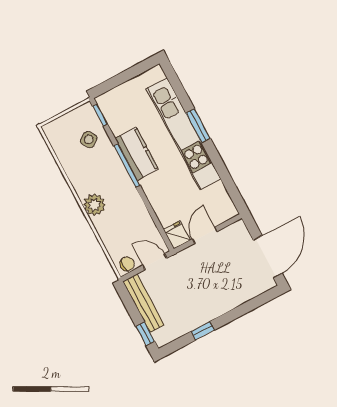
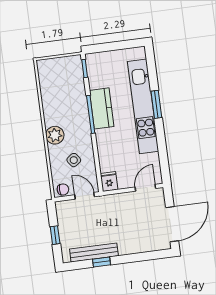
side table: (89, 139) -> (74, 160), moved
door: (205, 235) -> (145, 188), moved
bench: (144, 303) -> (94, 252), moved, turned 90
window: (145, 334) -> (55, 235), moved

